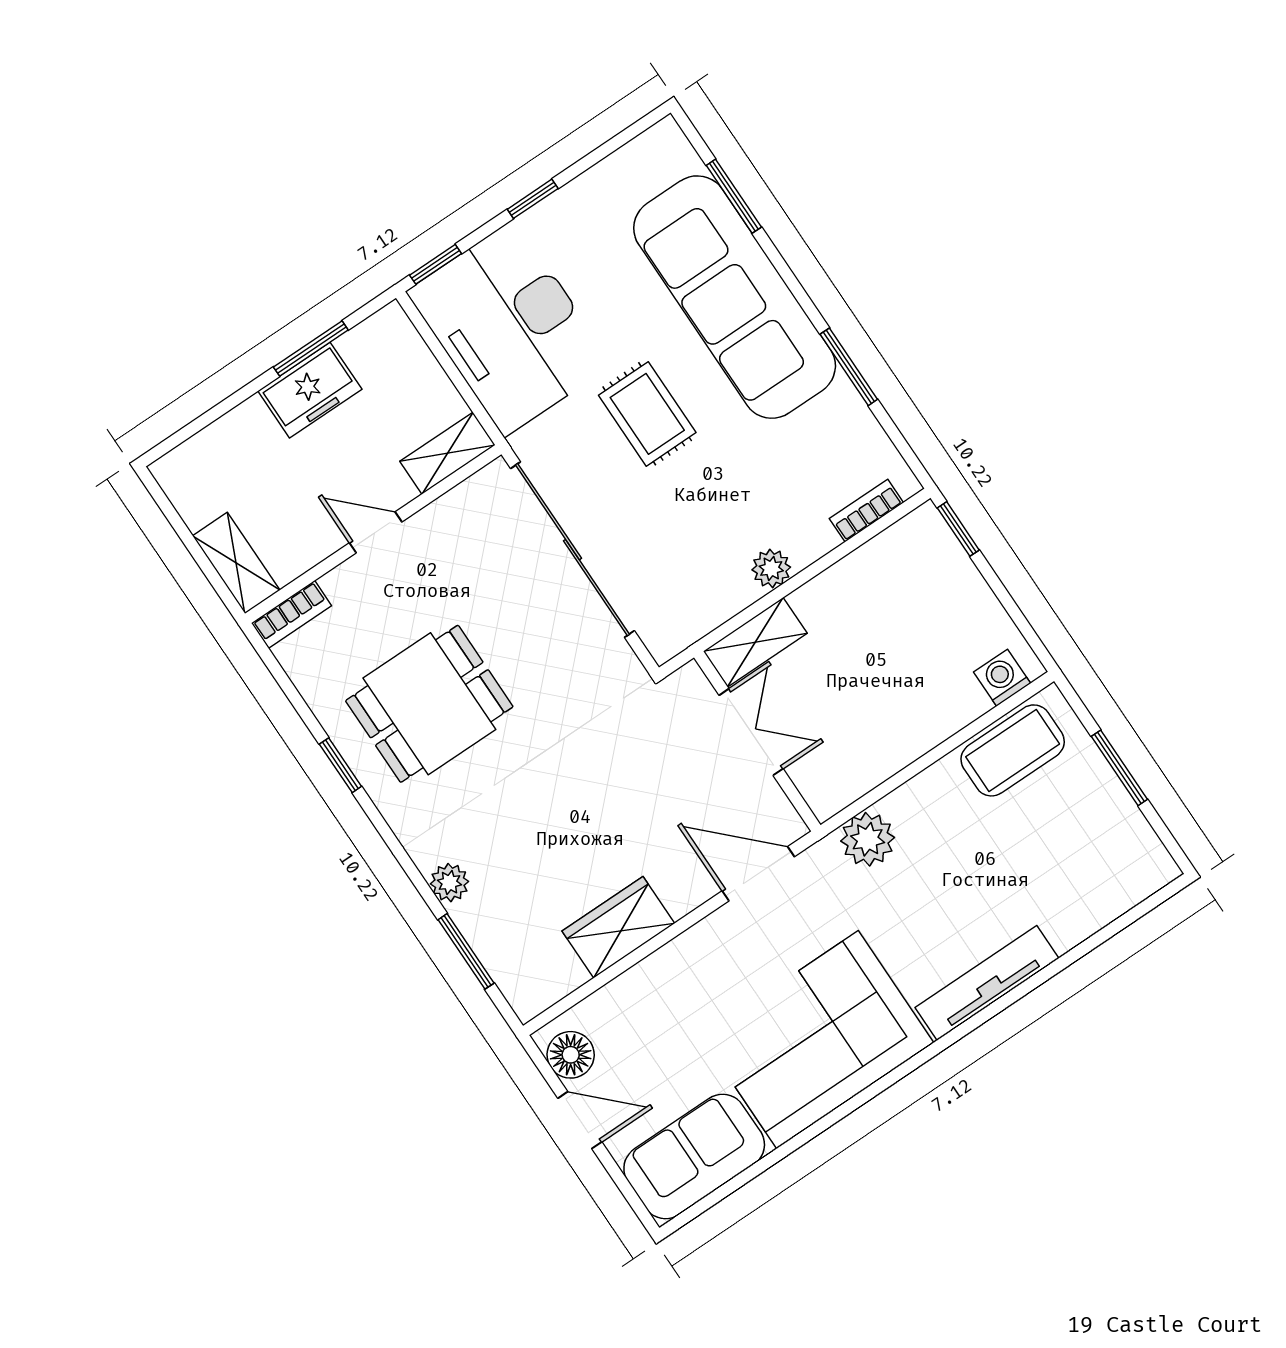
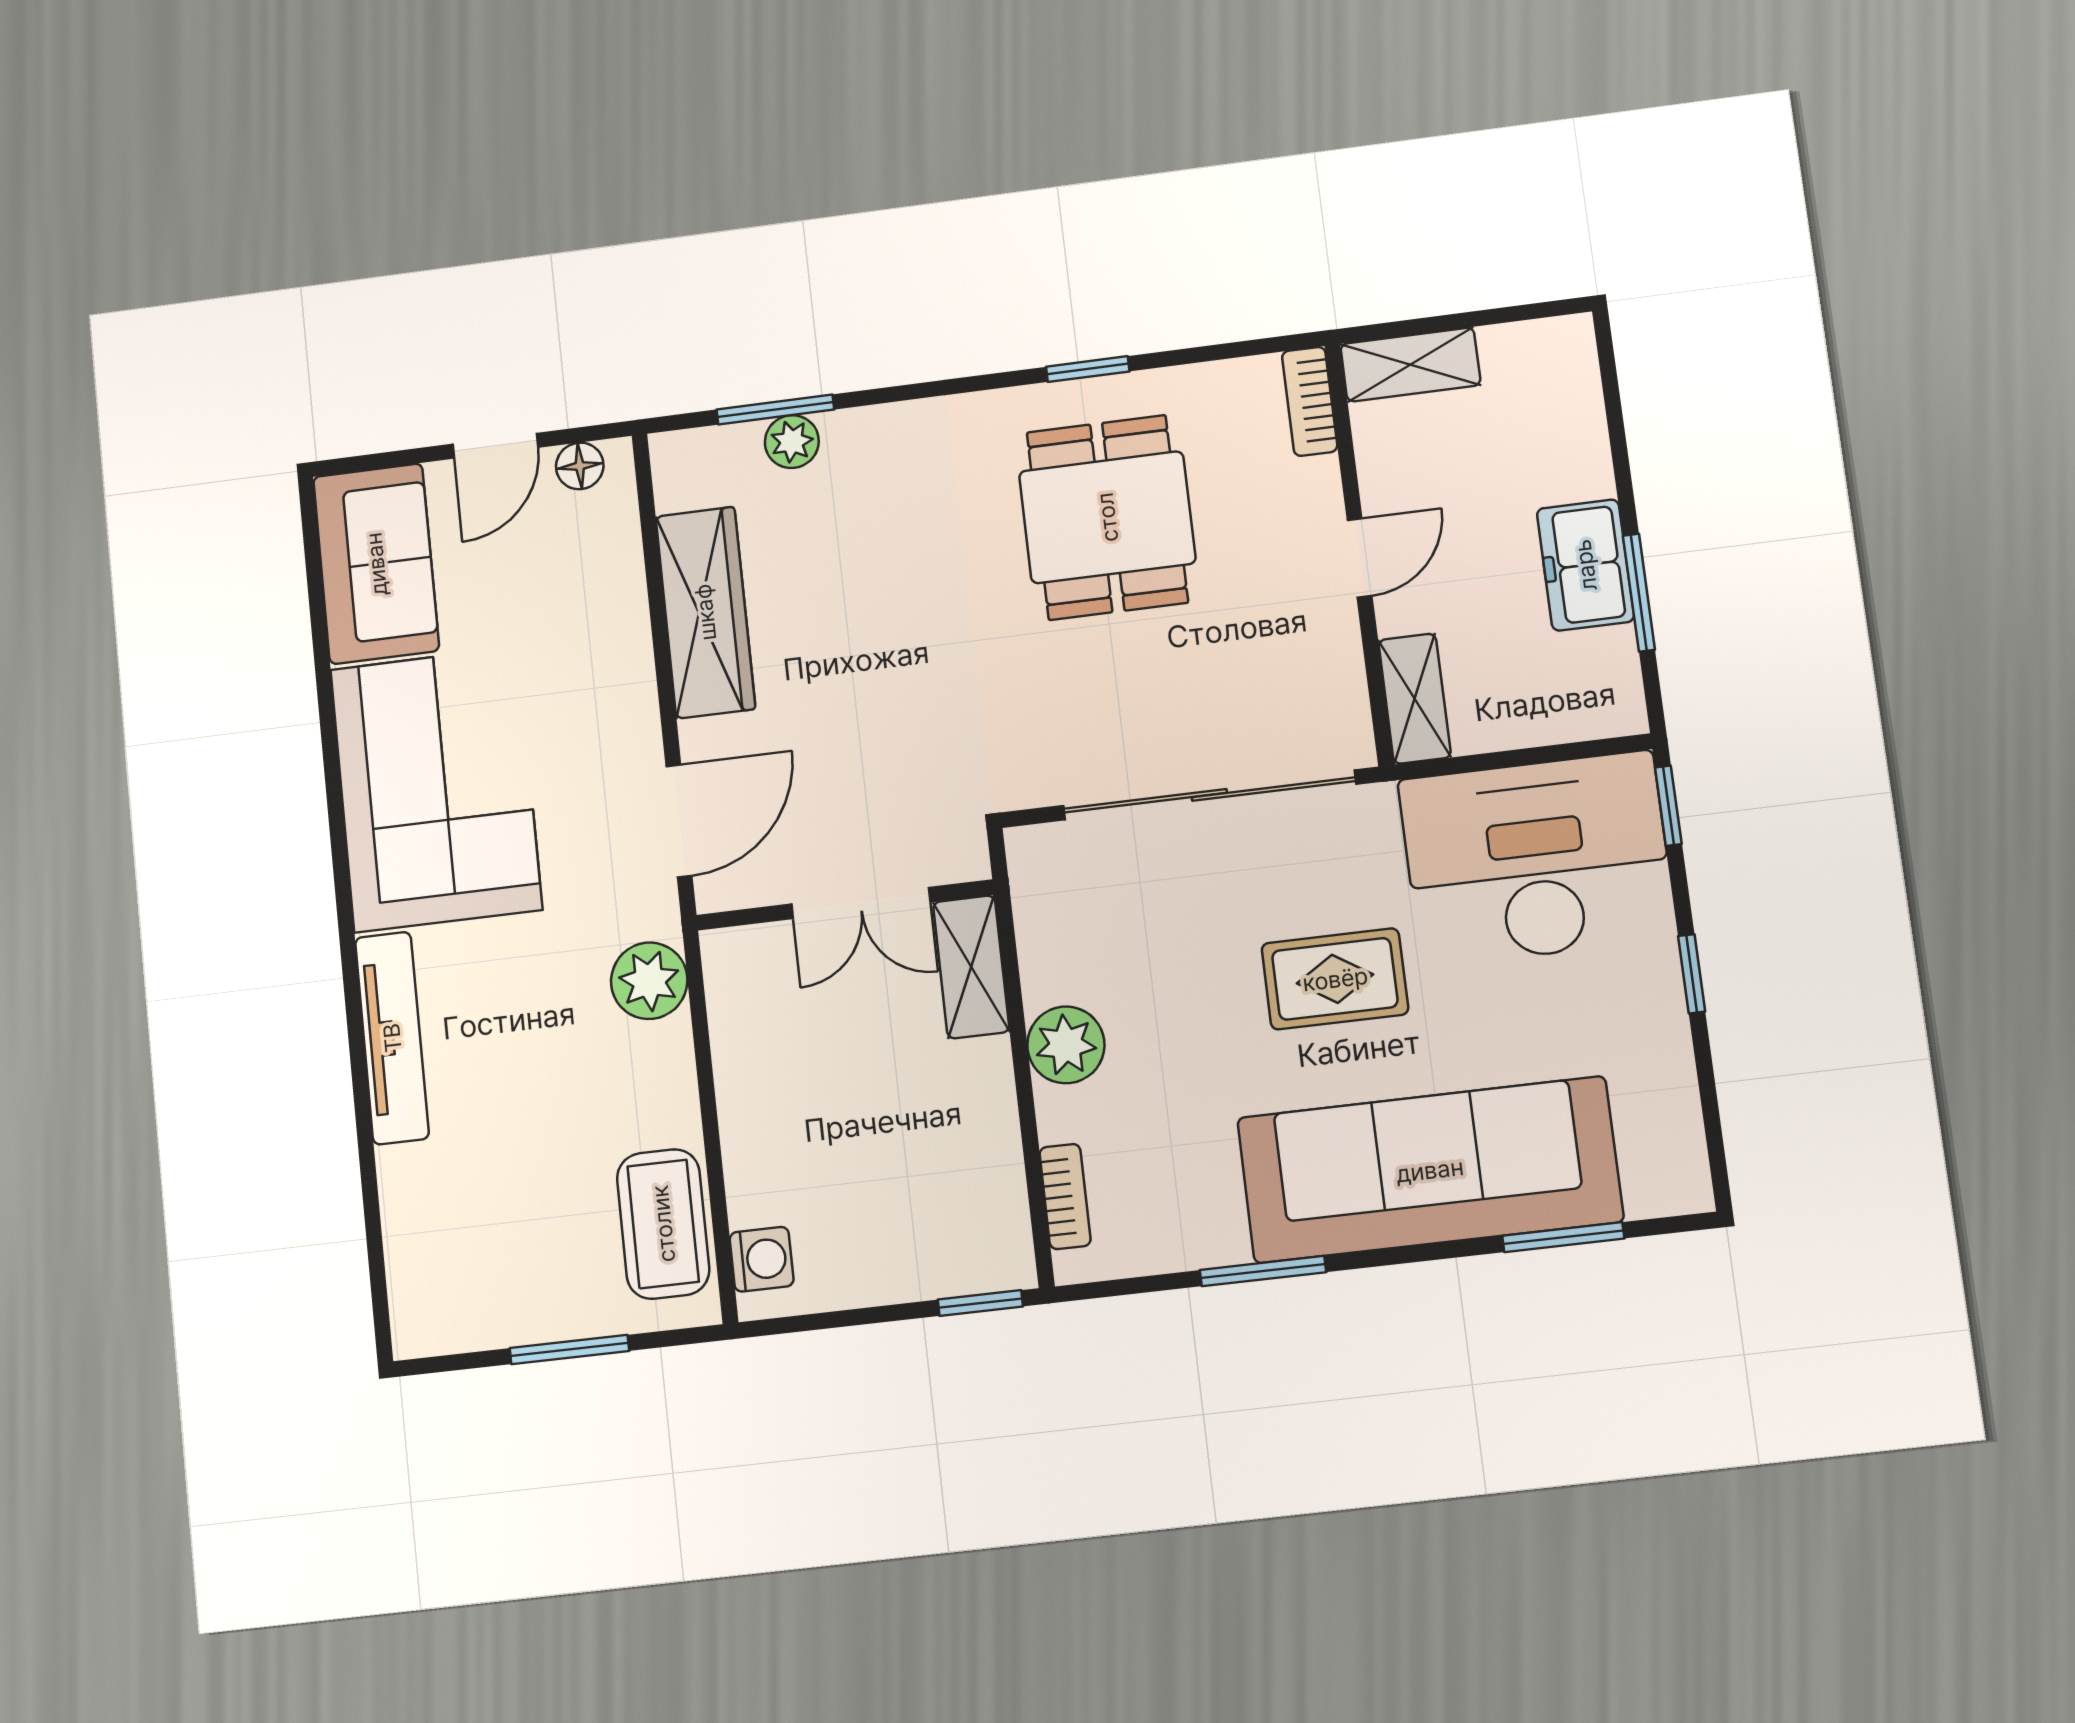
plant: (771, 568) -> (1066, 1045), width x1.38, depth x1.38
plant: (449, 883) -> (792, 442), moved
wardrobe: (618, 927) -> (705, 612), width x1.50
floor lamp: (571, 1055) -> (580, 466), width x0.73, depth x0.73

